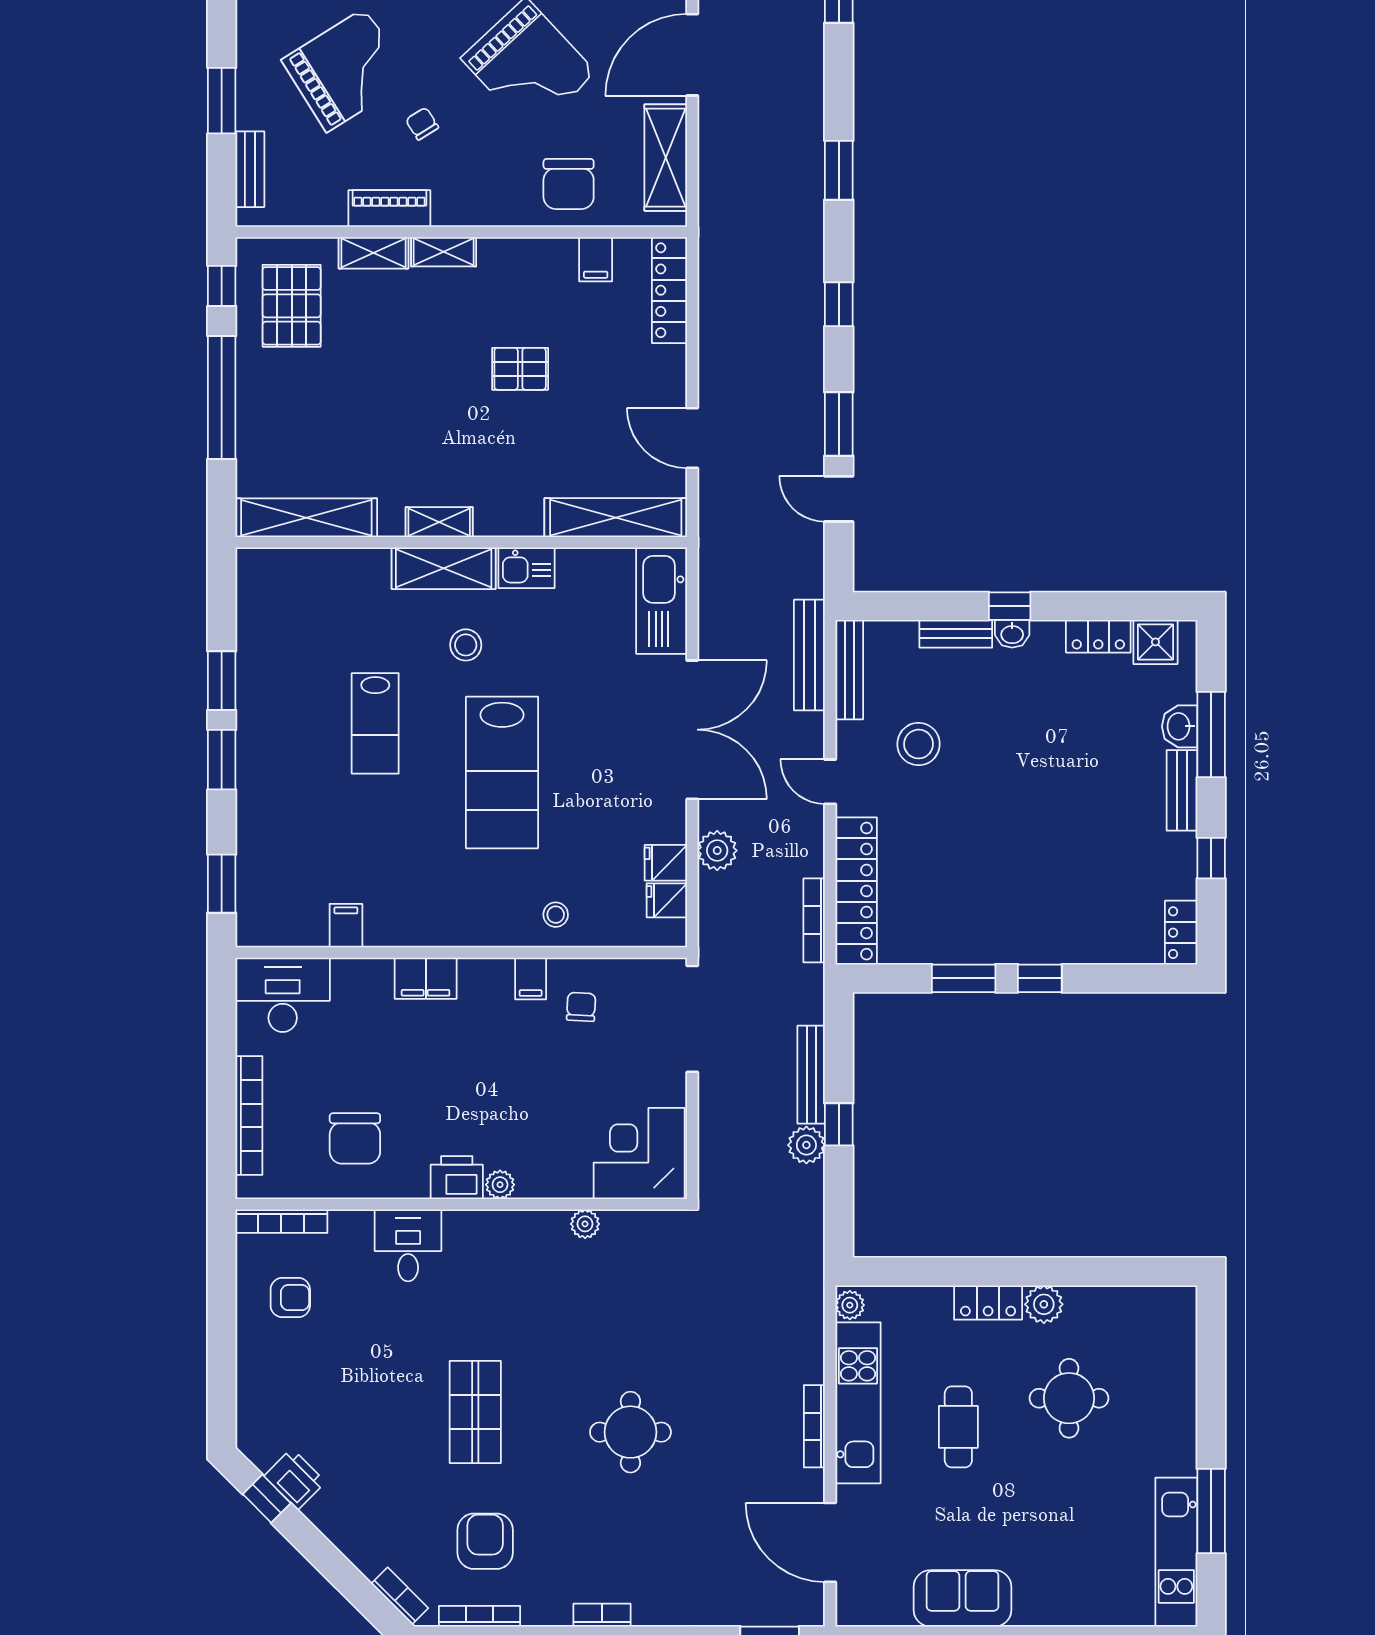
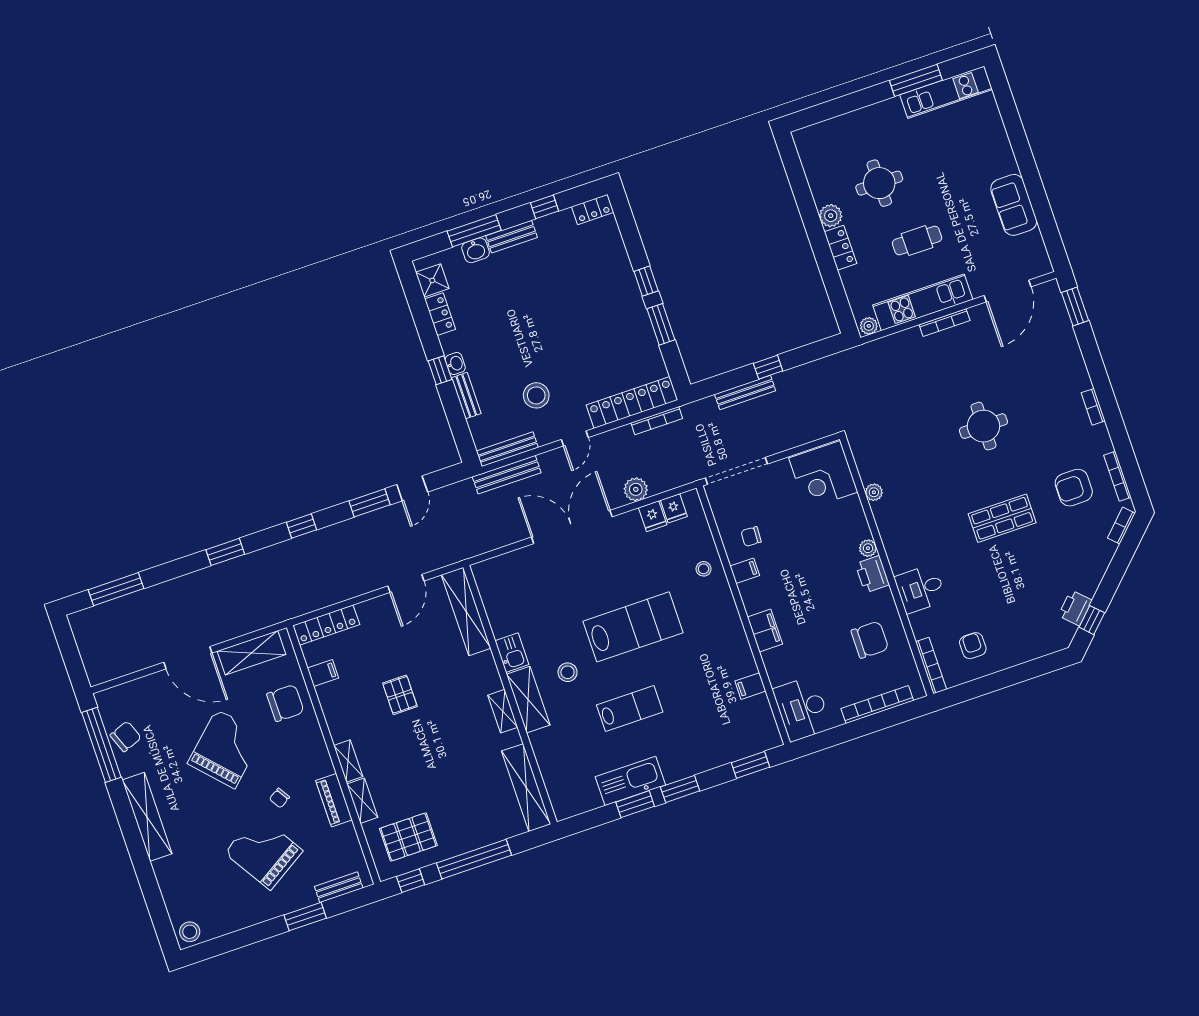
kitchen sink: (662, 601) -> (630, 781), moved, turned 180
plant: (806, 1145) -> (786, 382), removed

